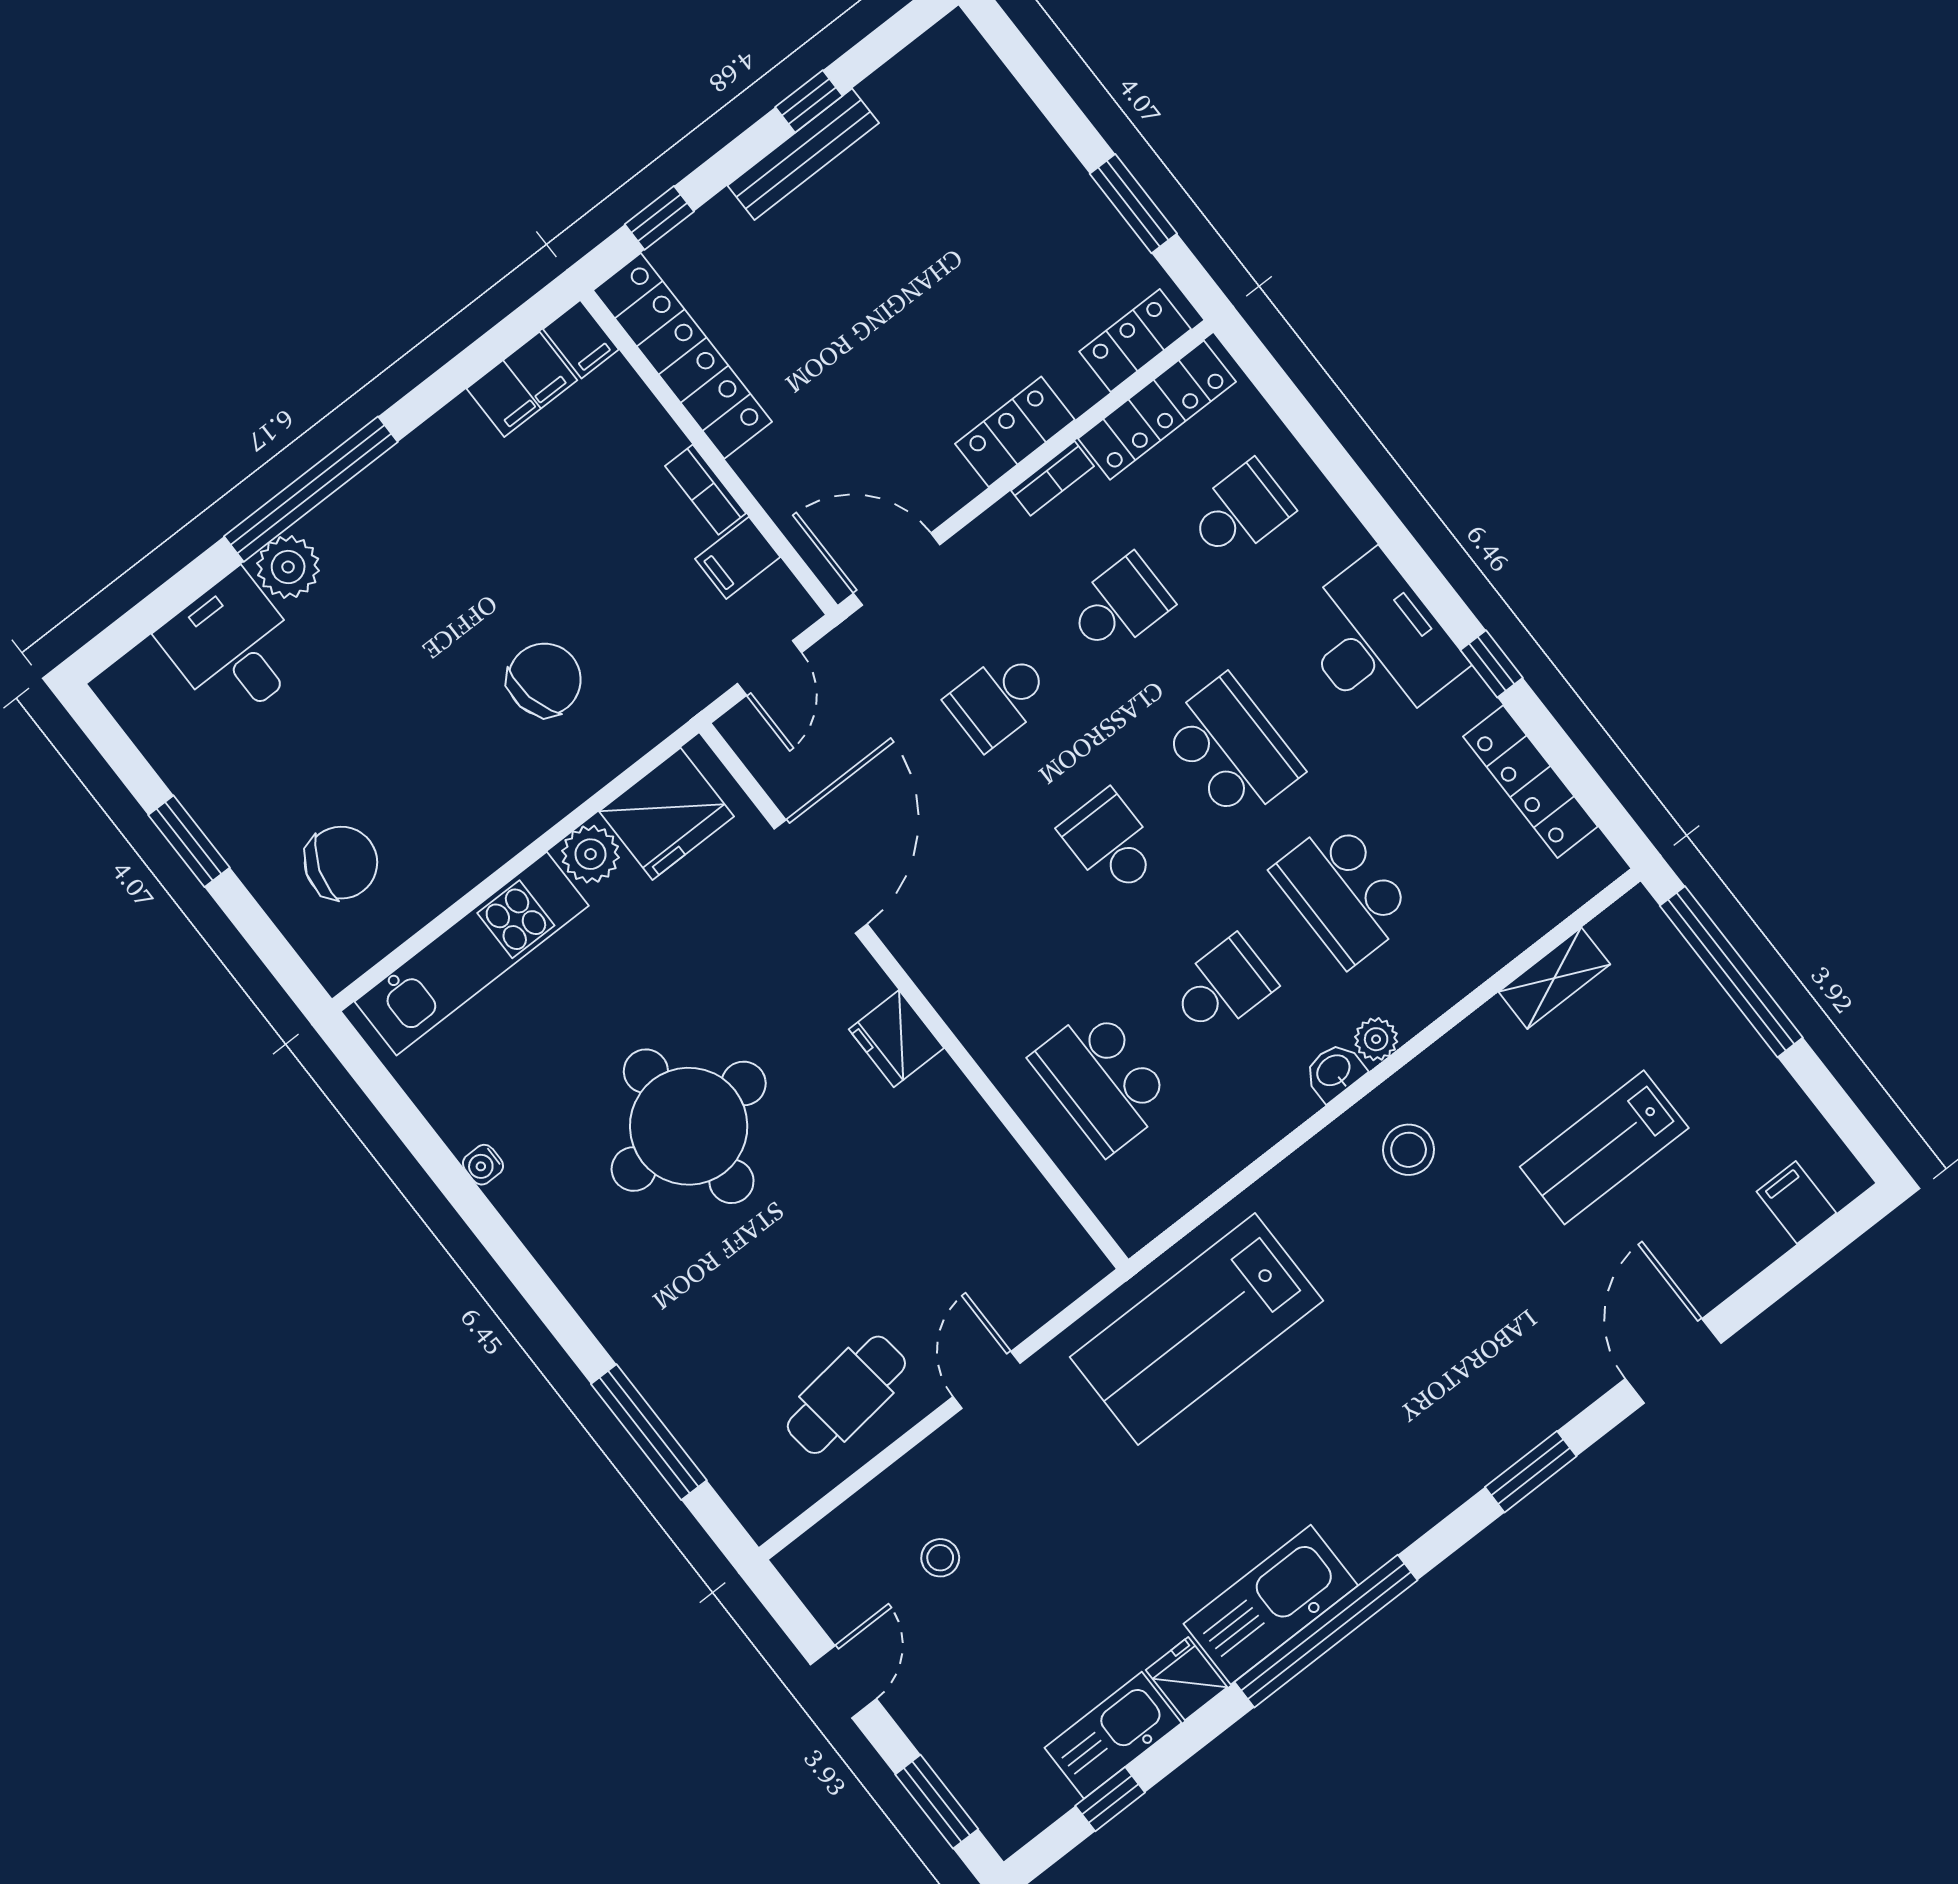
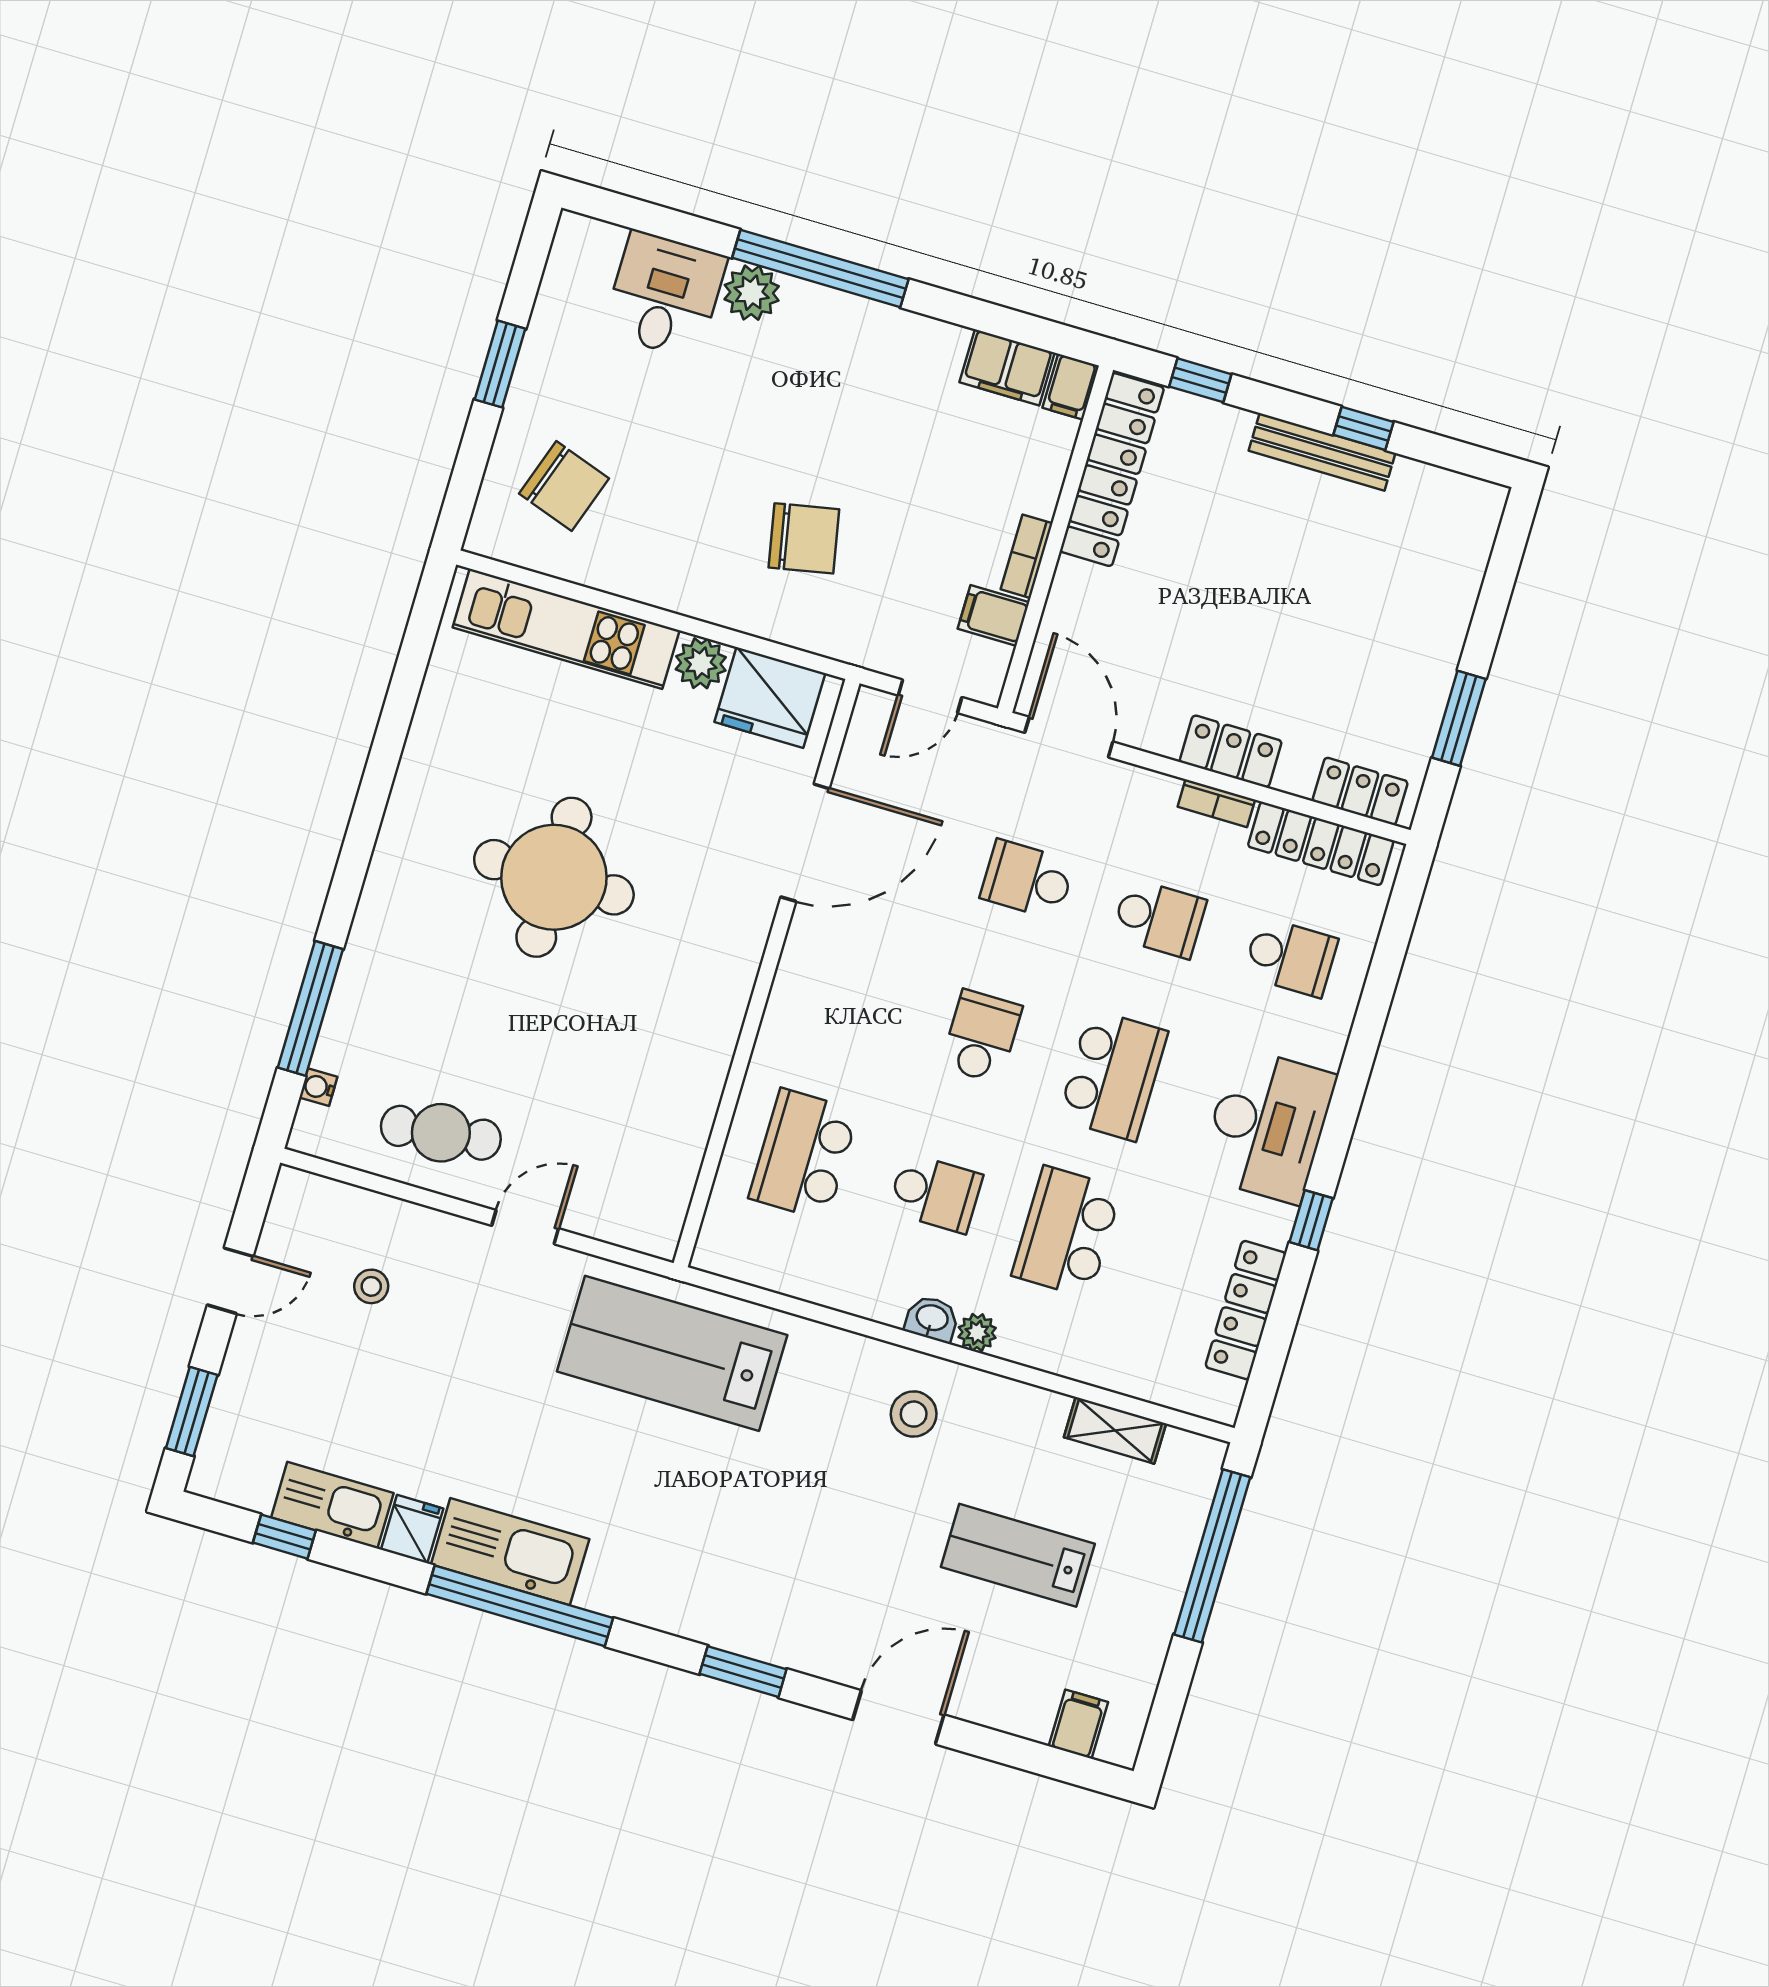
fridge: (896, 1039) -> (727, 983), removed
water cooler: (483, 1165) -> (318, 1087), moved

